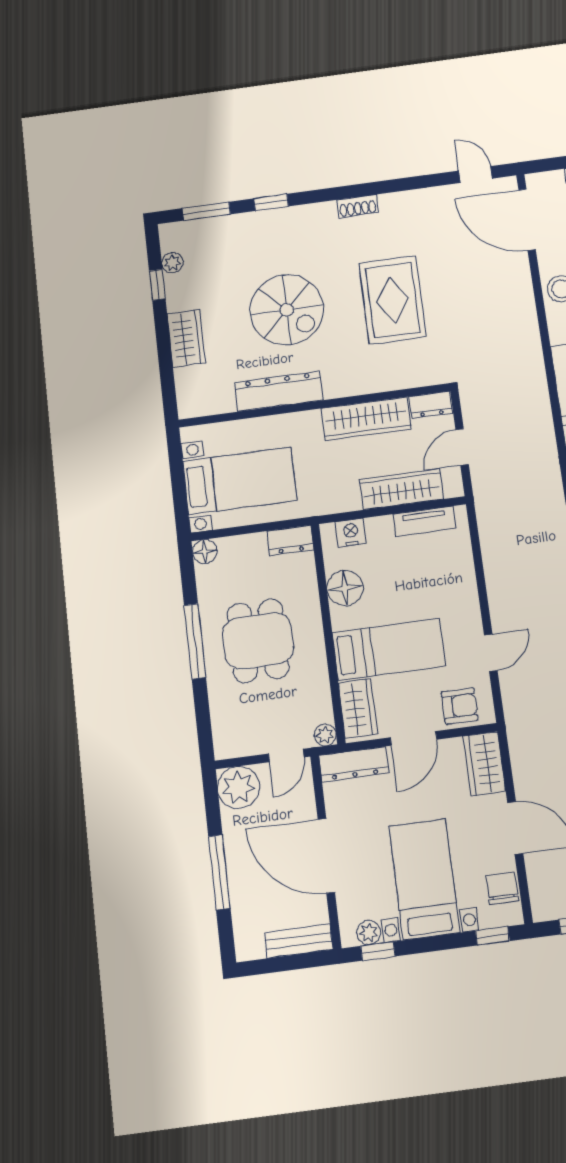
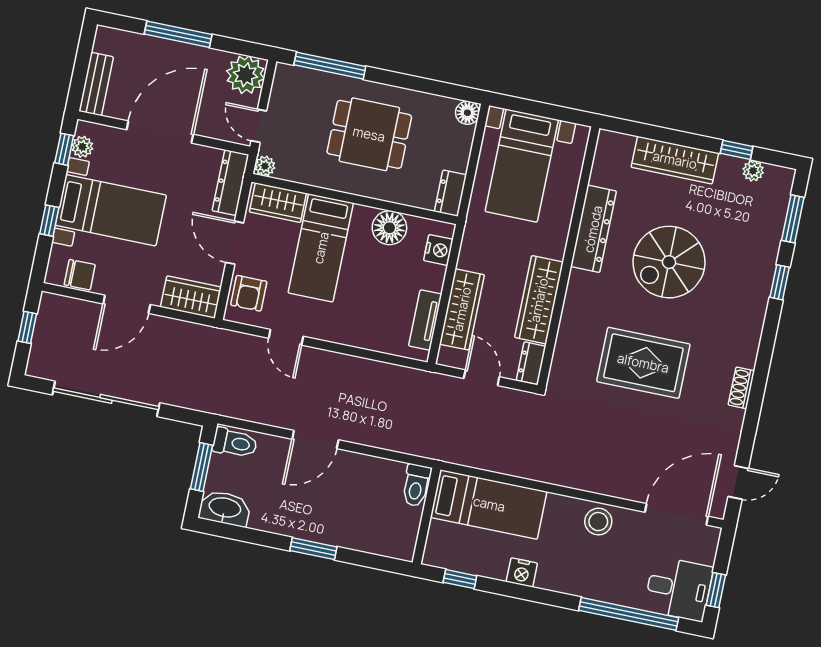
shoe rack: (358, 206) -> (741, 388), moved
wardrobe: (186, 338) -> (675, 160), width x1.50
window: (195, 641) -> (330, 66), moved
window: (492, 936) -> (49, 221), moved

